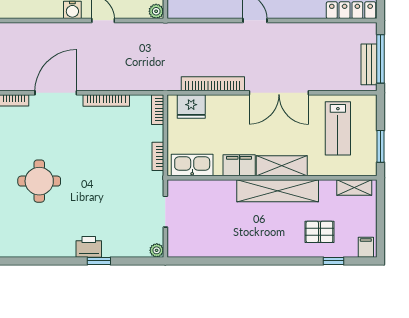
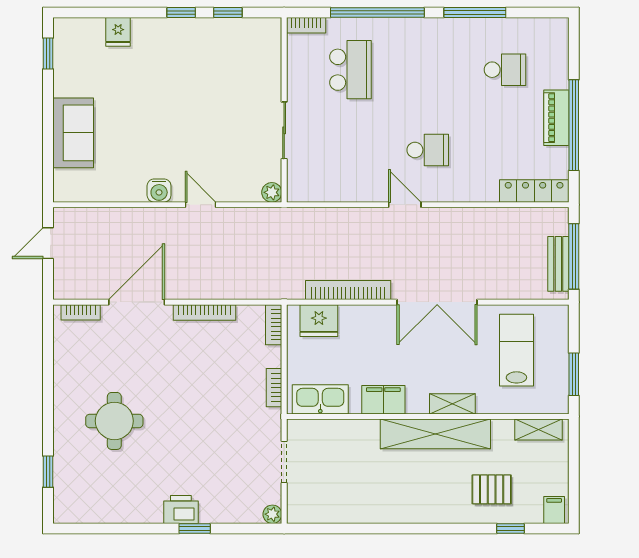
lab bench: (338, 128) -> (516, 350), turned 180
shelving: (282, 166) -> (452, 404), width x0.67, depth x0.75

